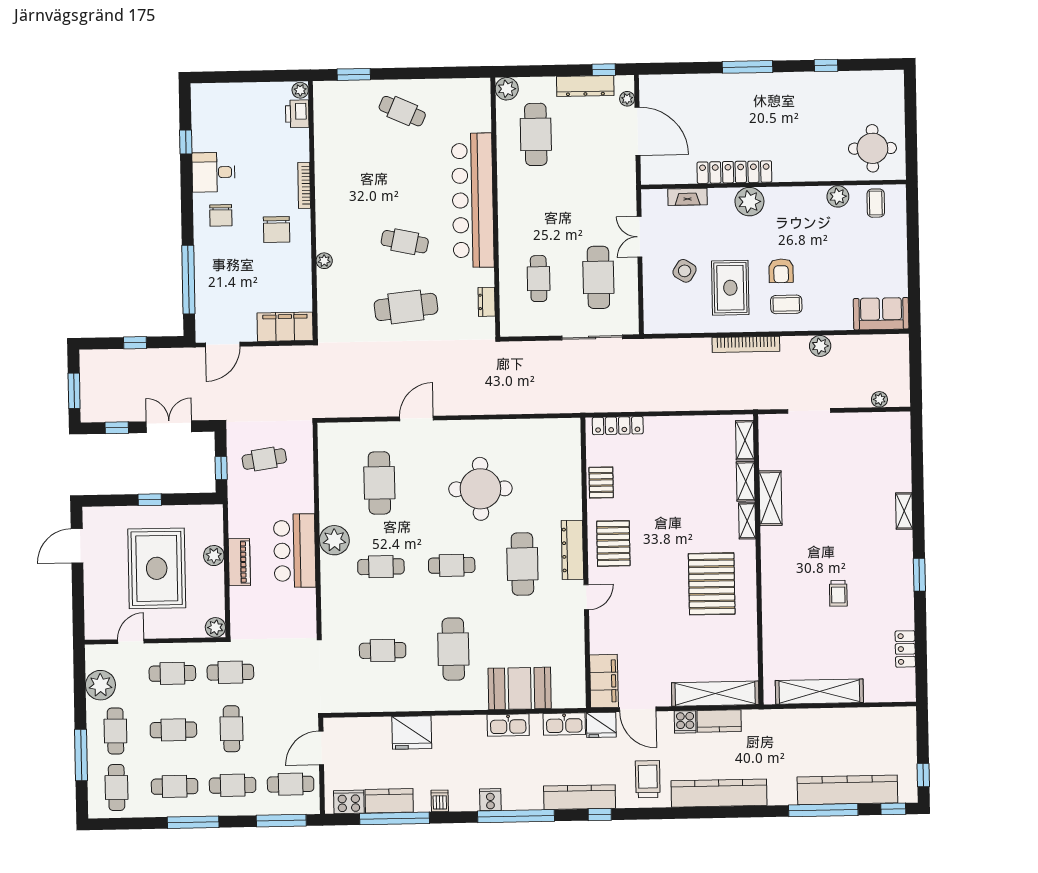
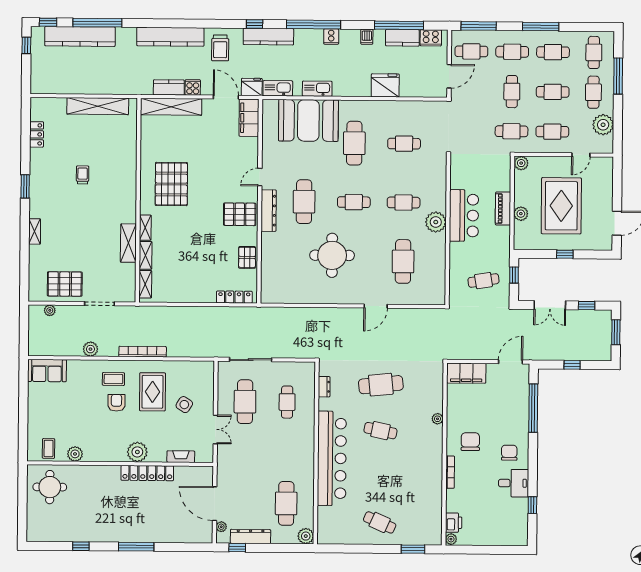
pallet: (859, 437) -> (65, 284), added
pallet: (613, 543) -> (240, 214), turned 90
booth: (520, 688) -> (308, 120), width x1.36, depth x1.42

